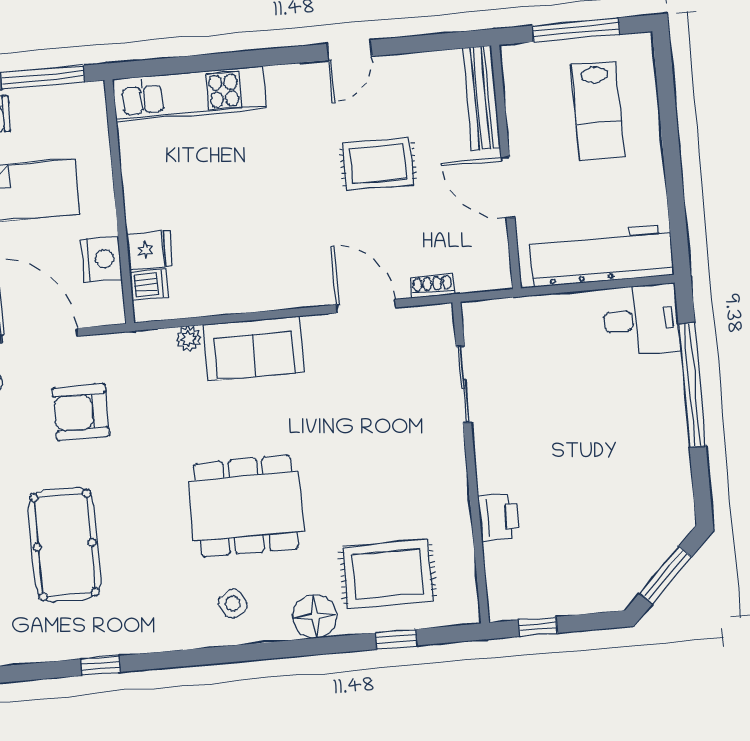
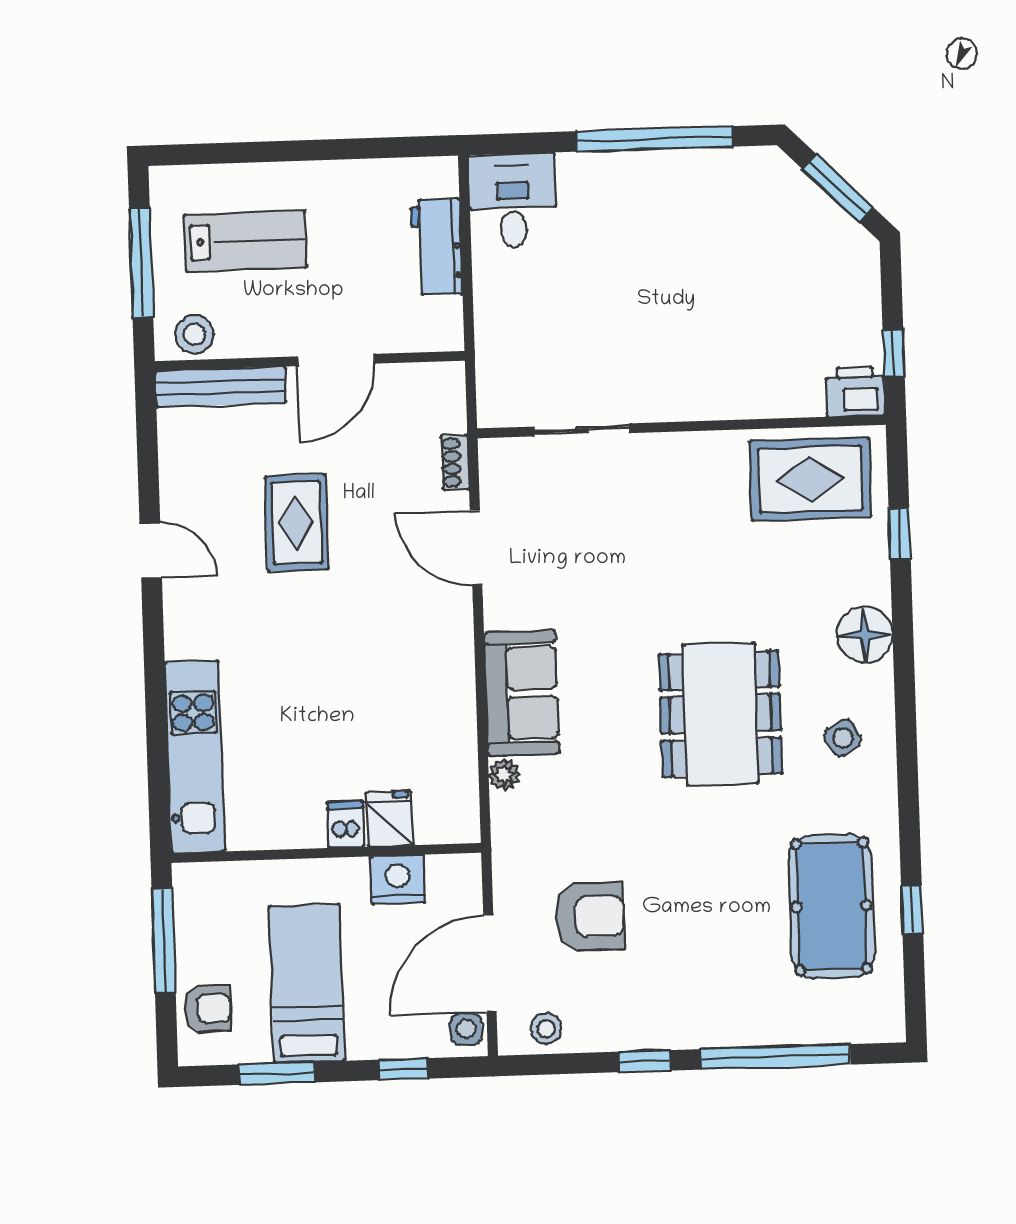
stool: (522, 75) -> (194, 334), added
workbench: (601, 256) -> (437, 247), width x0.53, depth x0.76
dishwasher: (149, 285) -> (346, 824), moved
door: (366, 306) -> (476, 548), hinge flipped
window: (692, 385) -> (655, 139), moved
armchair: (81, 412) -> (590, 916), turned -90
printer: (499, 517) -> (855, 392), moved
pool table: (65, 545) -> (832, 906), moved, turned 90
rug: (388, 574) -> (810, 479), moved, turned 90

